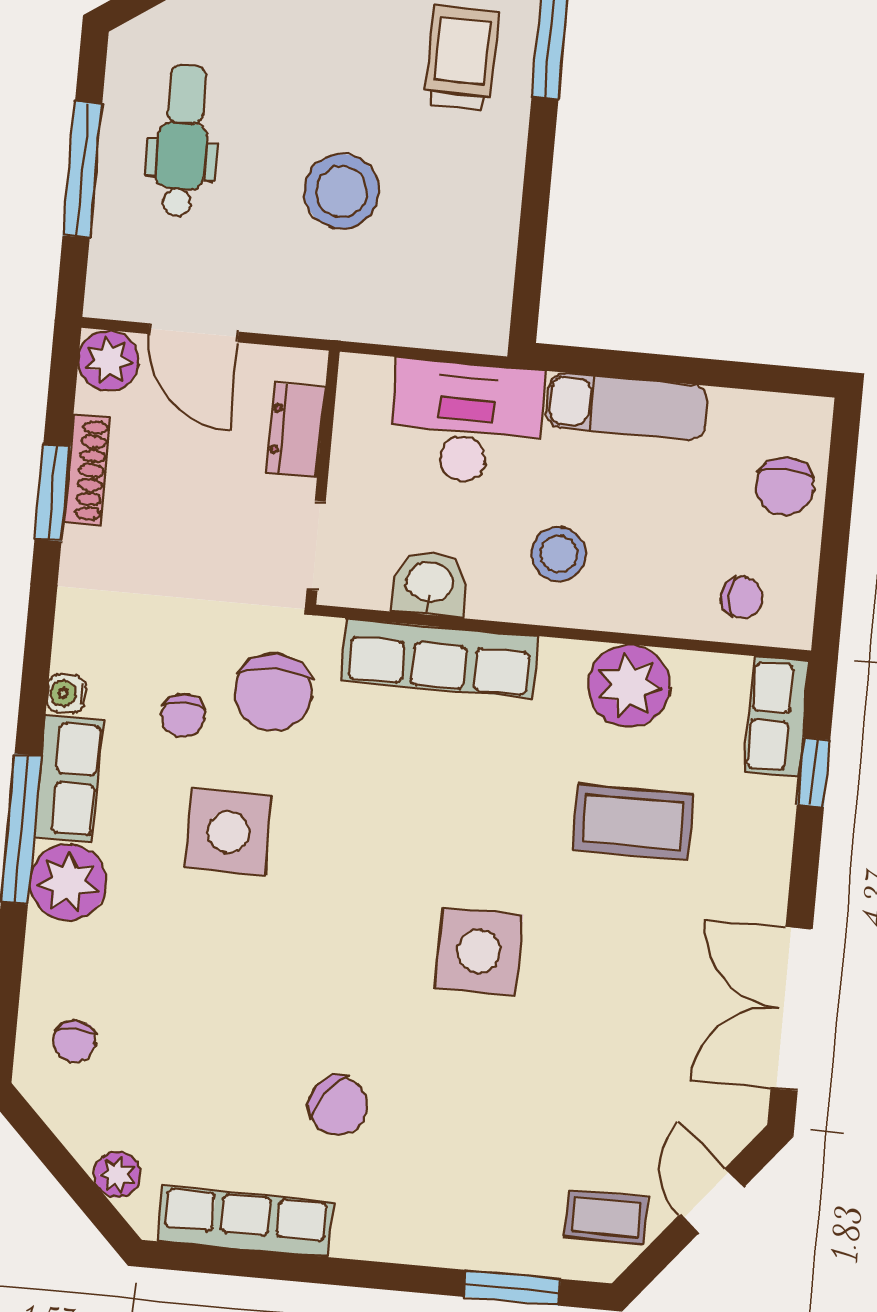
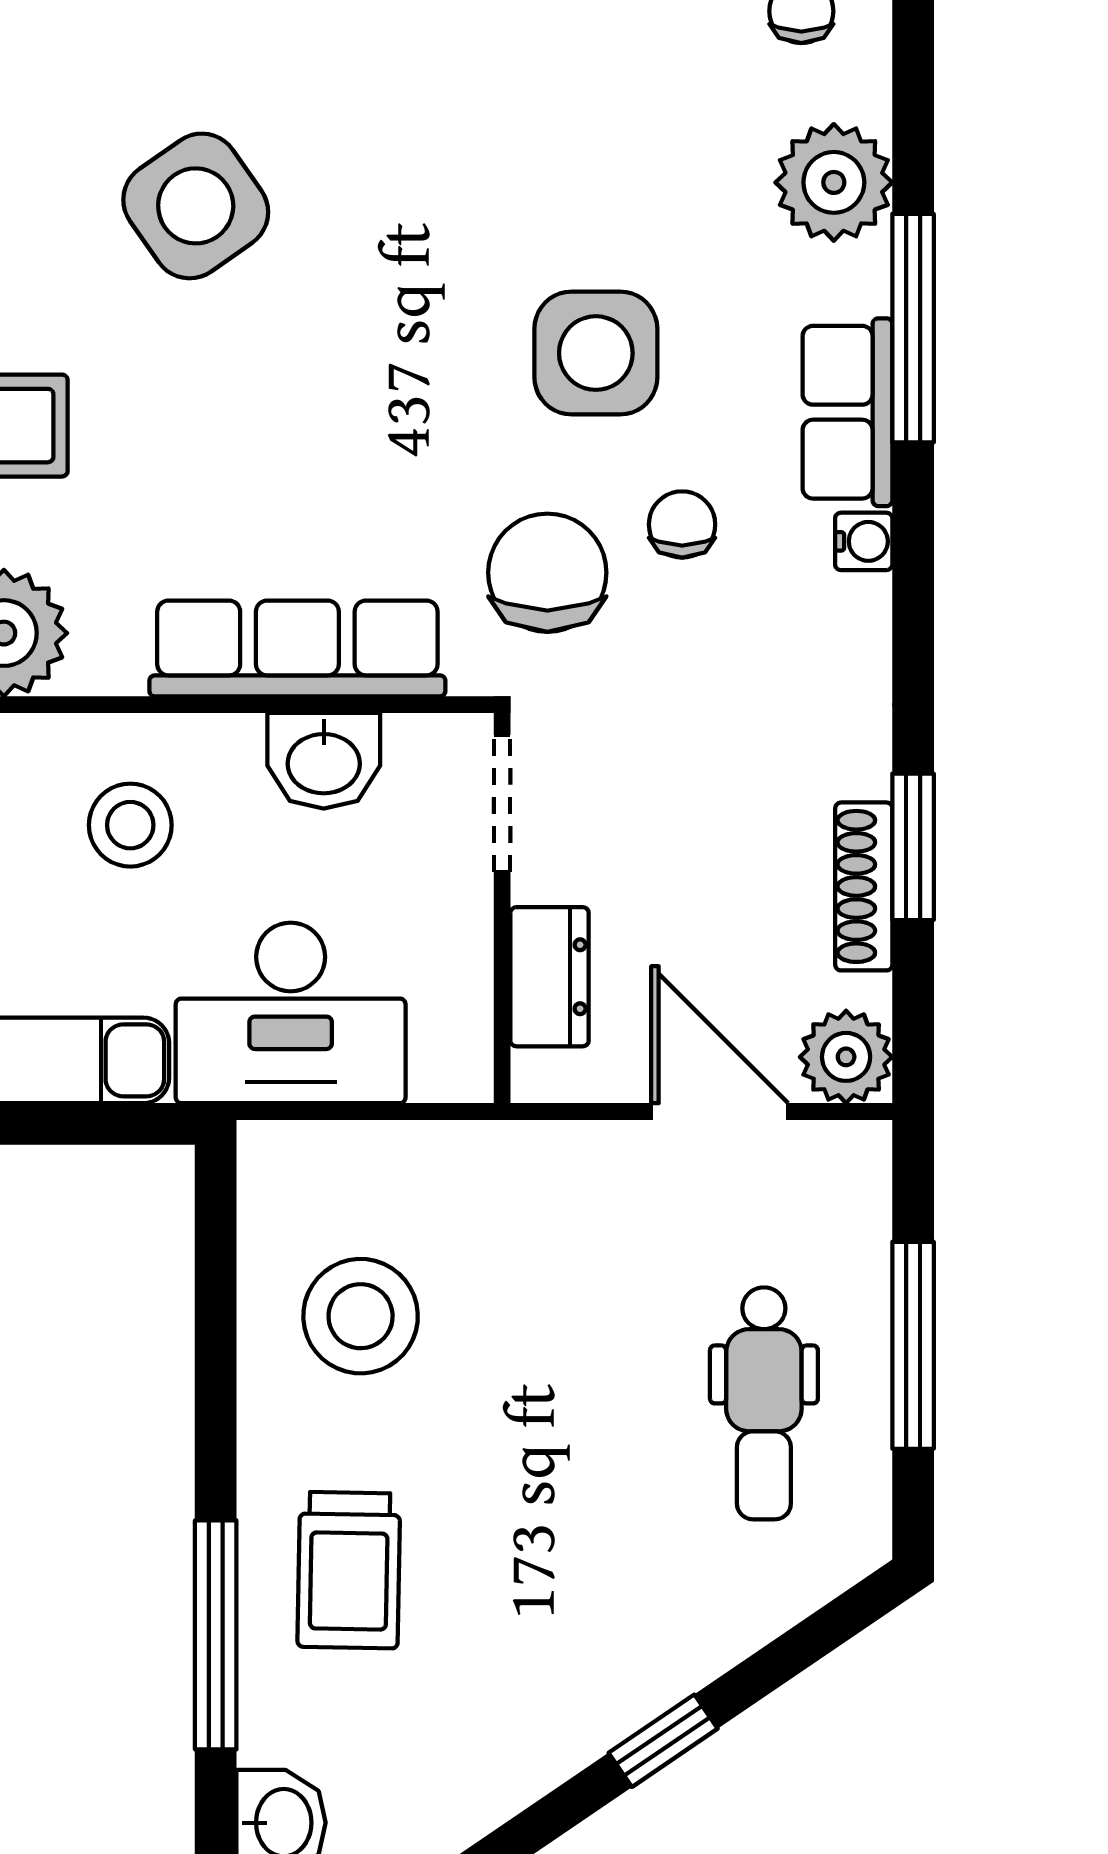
stool: (342, 191) -> (361, 1316), moved
plant: (68, 882) -> (834, 182), moved
side table: (479, 951) -> (196, 206), turned -35

